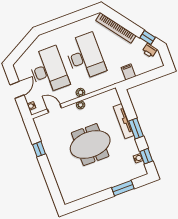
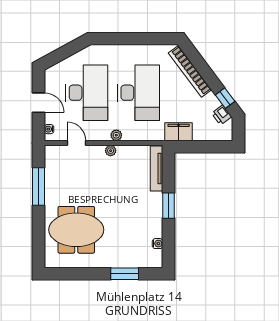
filing cabinet: (128, 72) -> (179, 132), width x2.00
door: (17, 90) -> (39, 103), hinge flipped
tv unit: (124, 121) -> (157, 169), moved
meeting table: (90, 145) -> (76, 230), moved
window: (39, 149) -> (39, 187), width x2.17
window: (146, 156) -> (168, 245), removed

